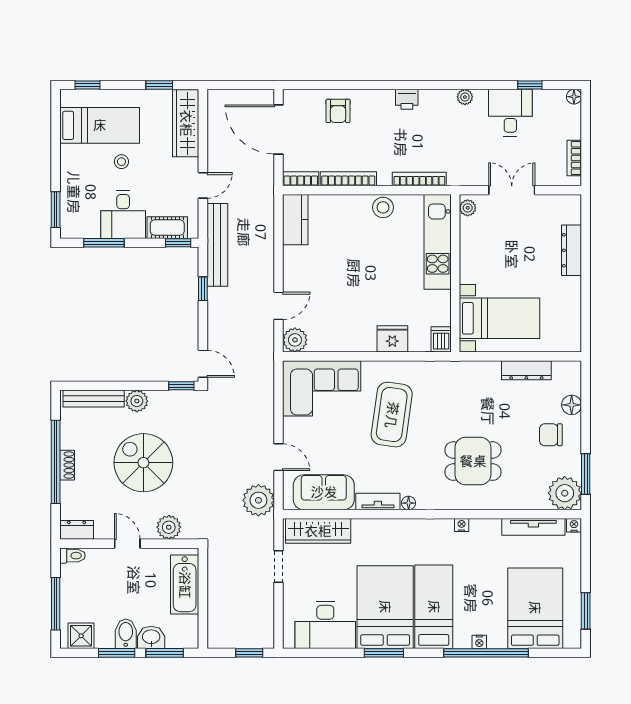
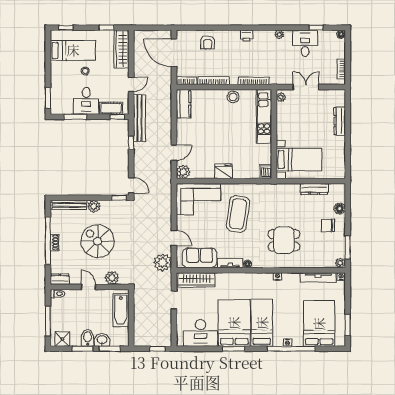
fridge: (392, 339) -> (224, 171), moved
plant: (565, 493) -> (340, 263), width x0.53, depth x0.53

